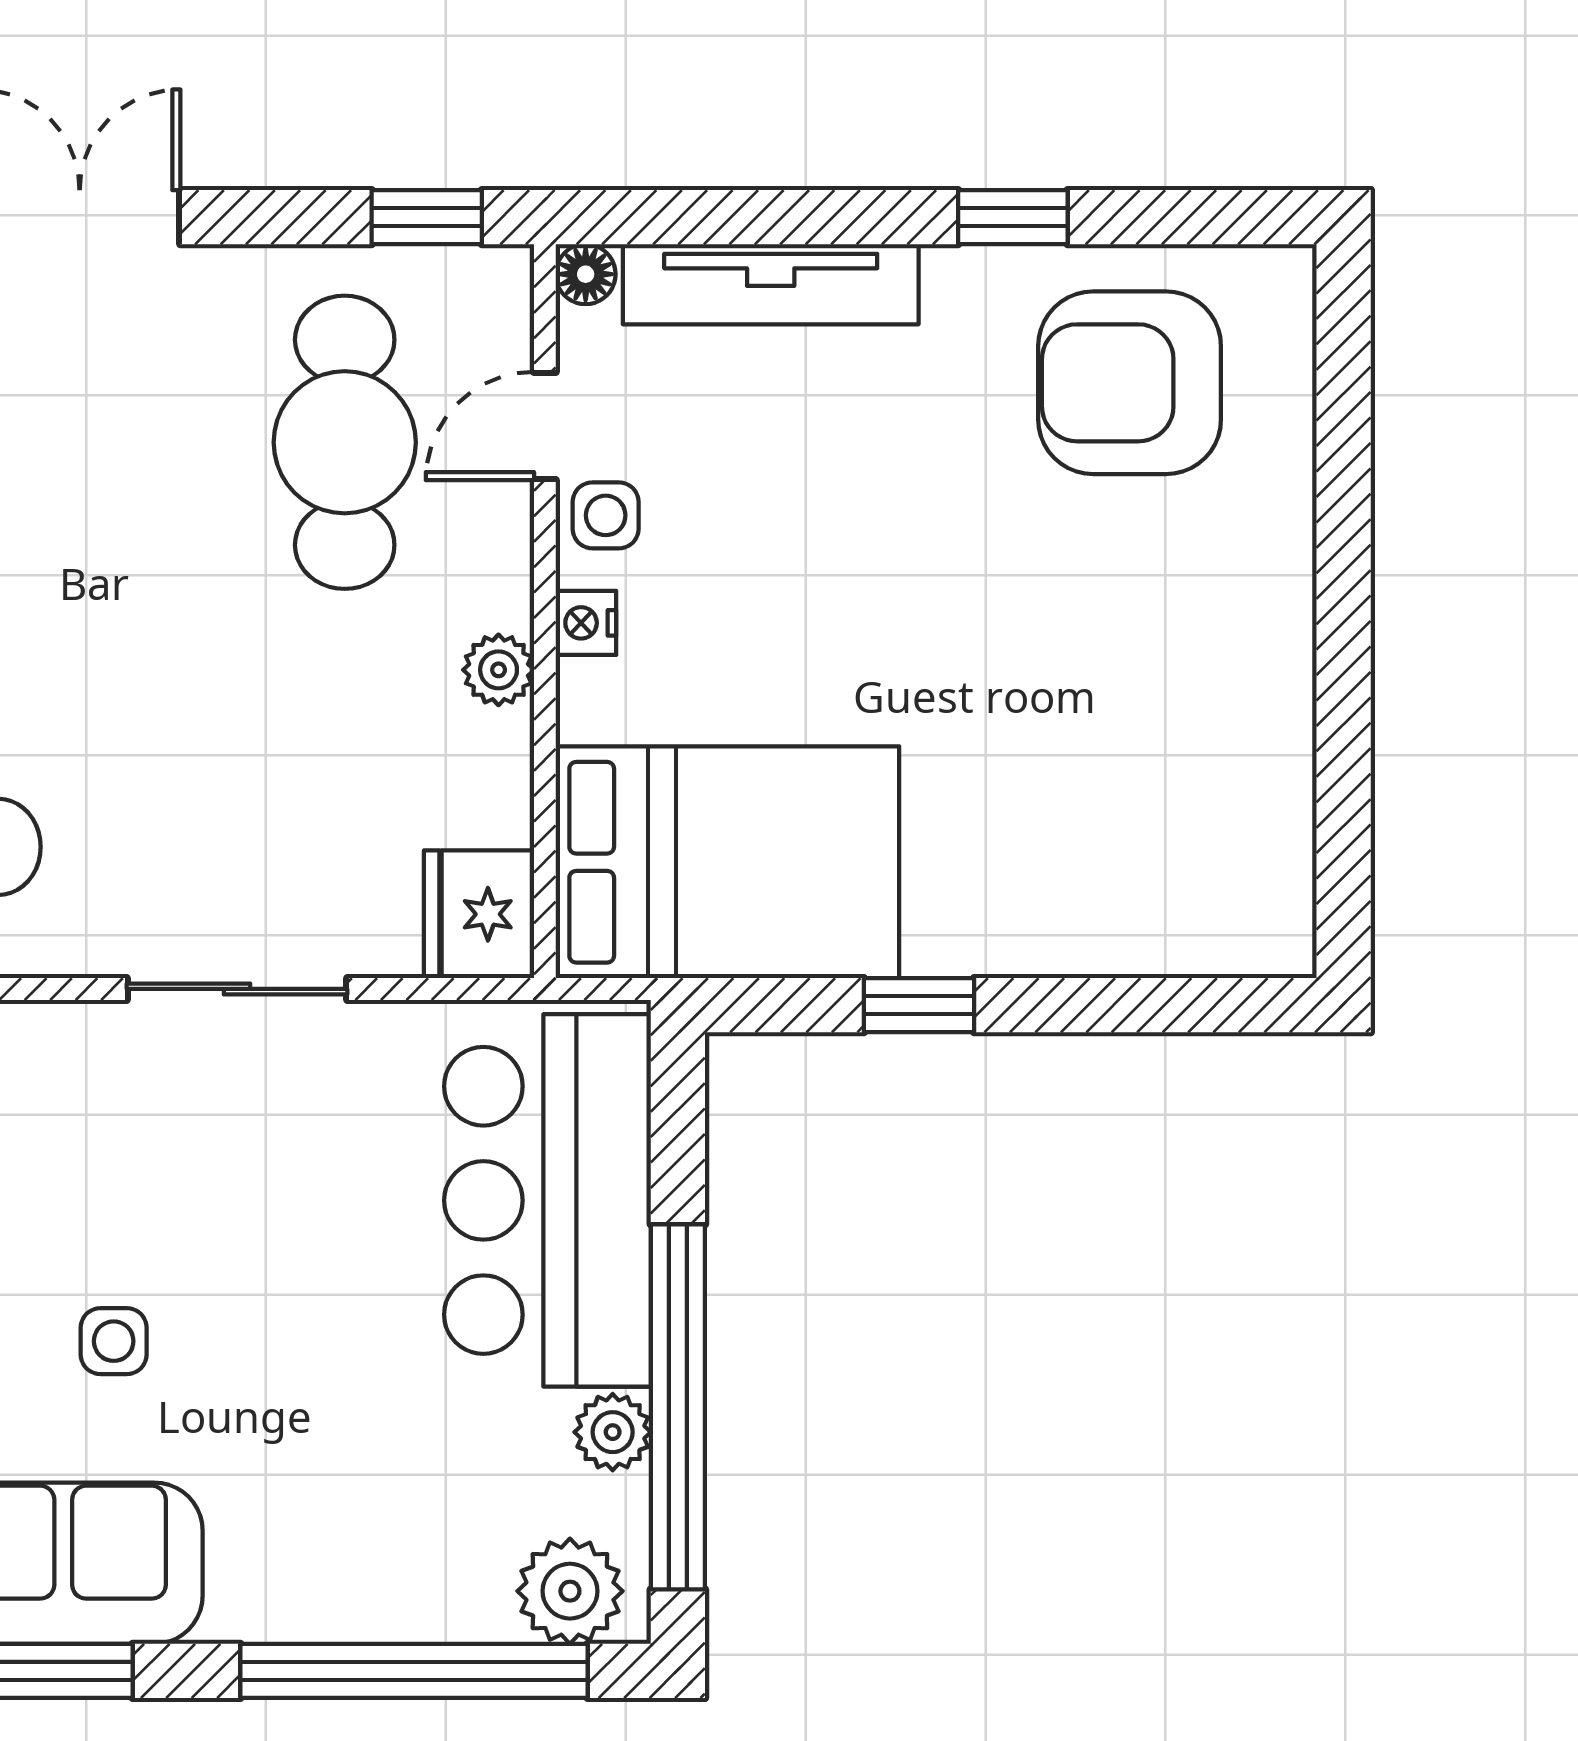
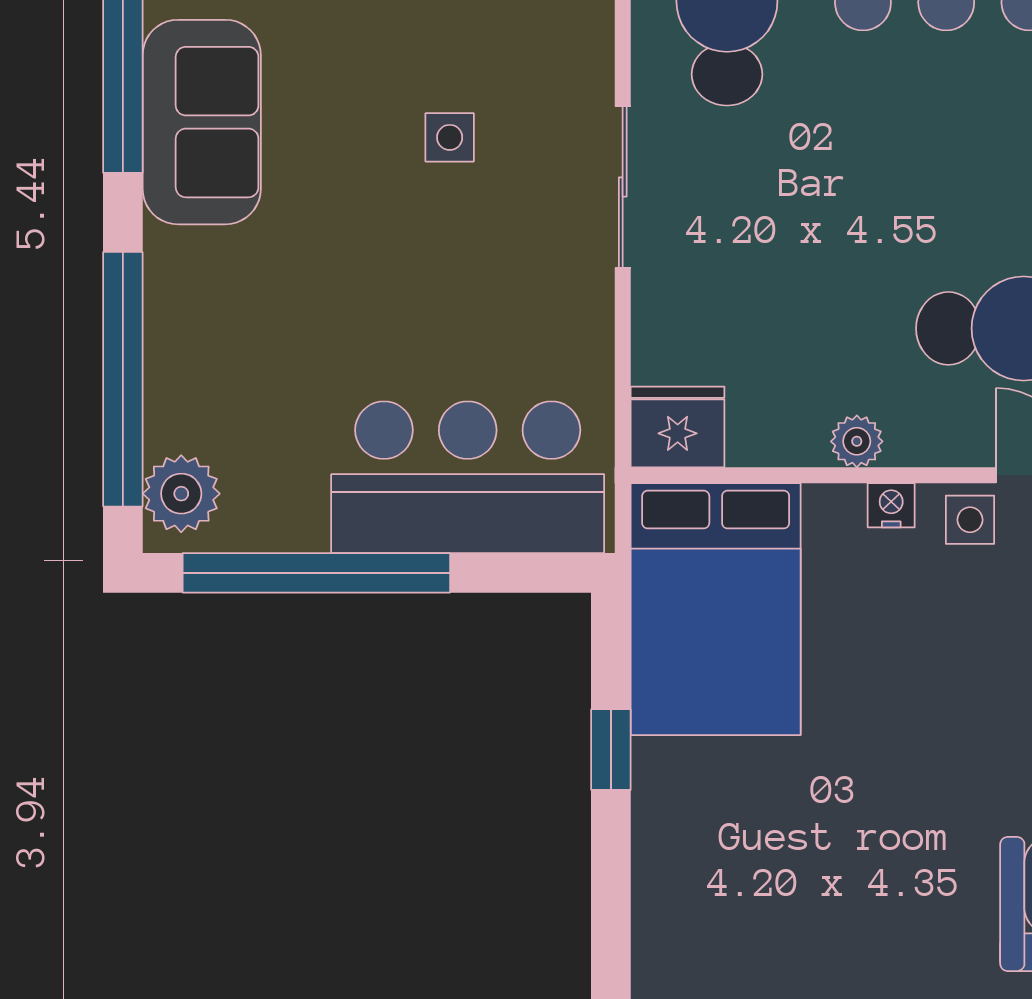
sliding door: (237, 989) -> (623, 187), moved
side table: (114, 1341) -> (450, 137), moved
plant: (613, 1432) -> (298, 525), removed

